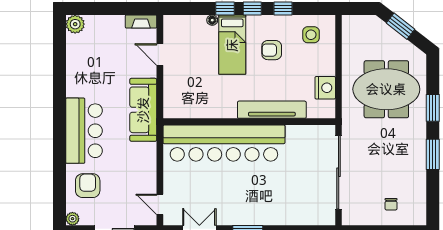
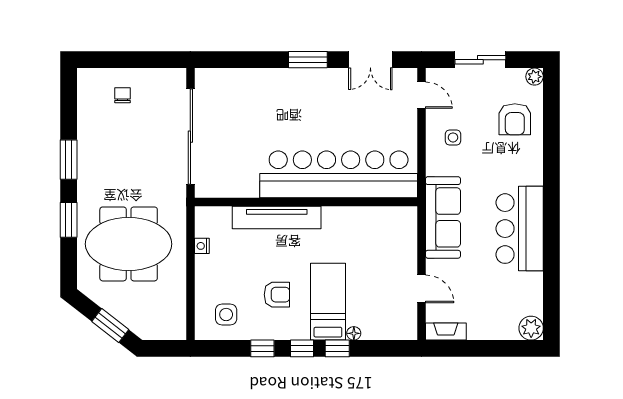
nightstand: (325, 88) -> (202, 246), width x0.53, depth x0.56
bar counter: (84, 131) -> (520, 229), moved
side table: (136, 172) -> (453, 137), added

